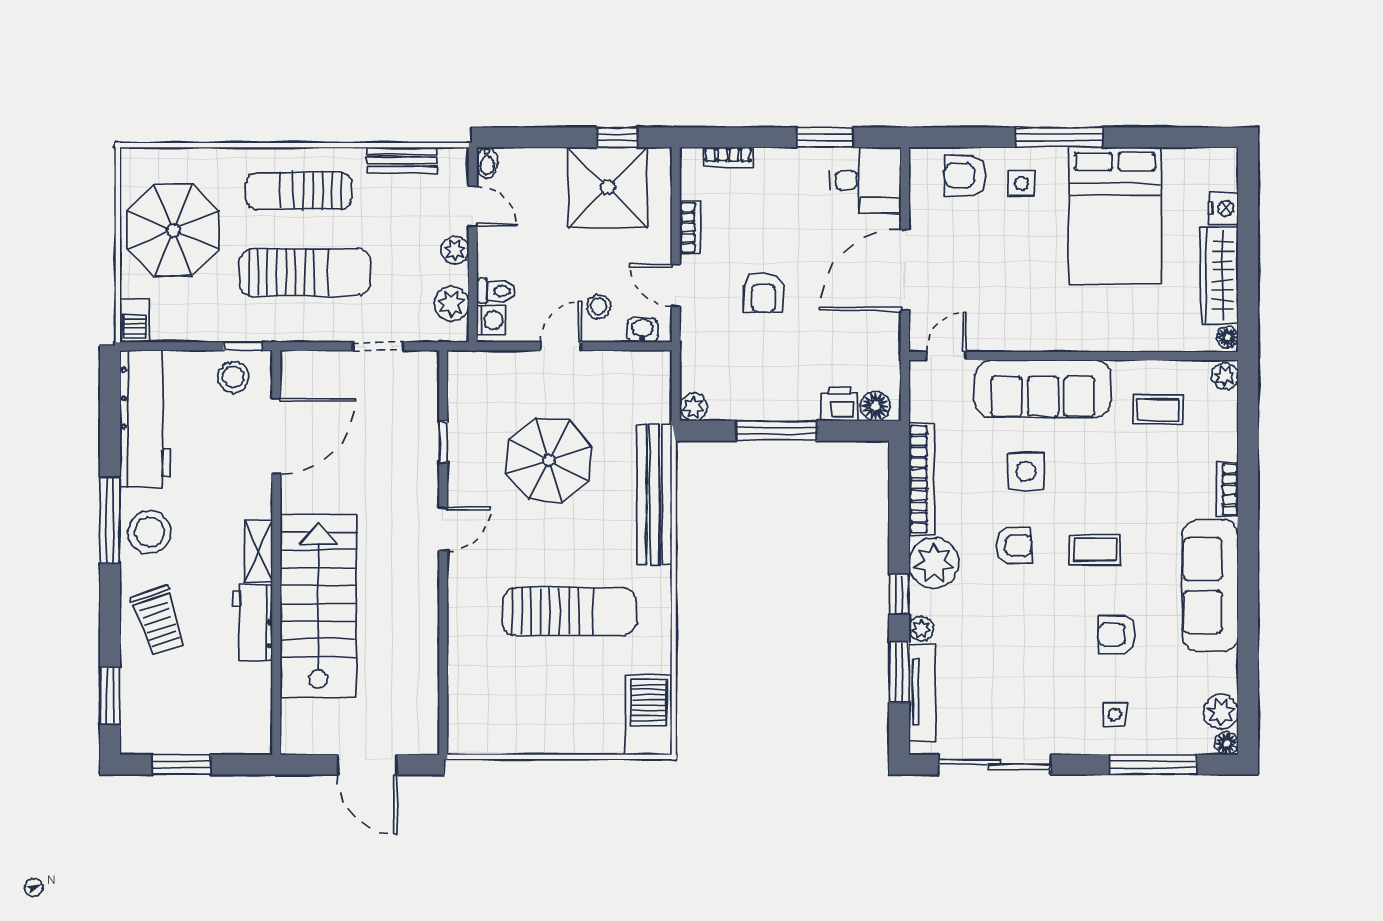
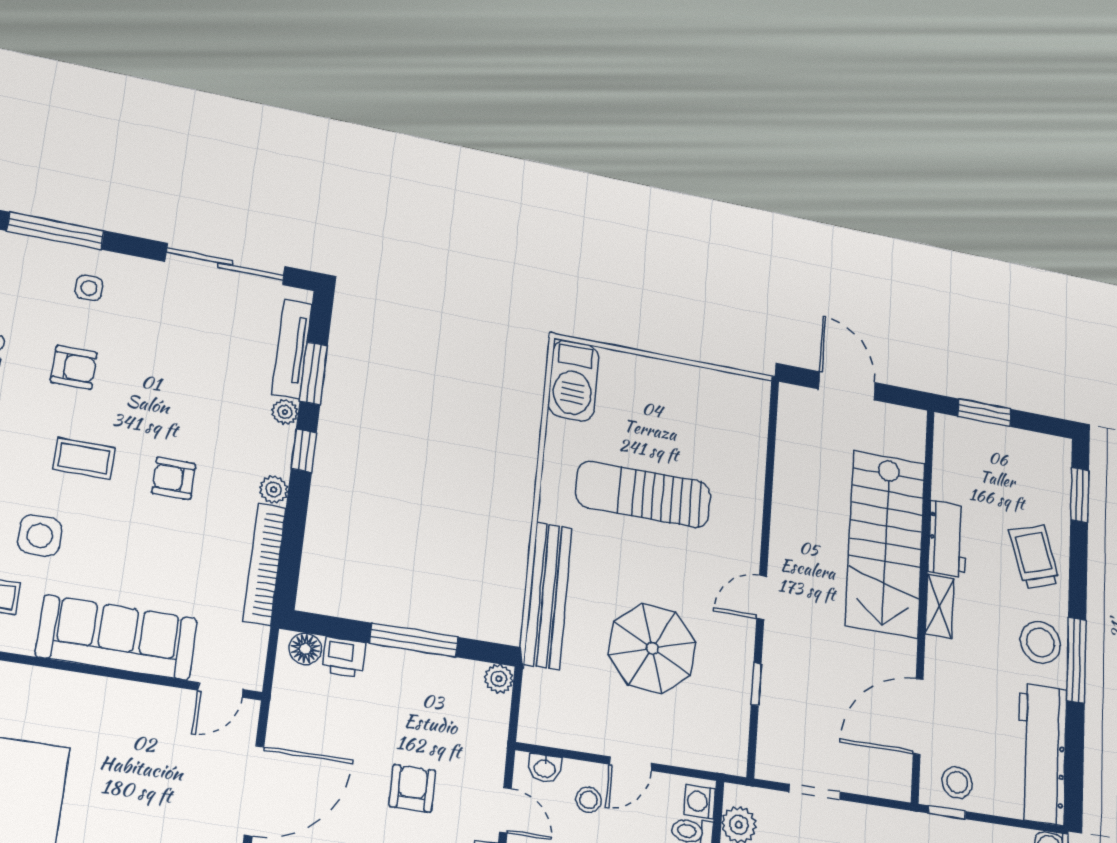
side table: (1026, 471) -> (40, 536), moved
plant: (934, 563) -> (274, 490), width x0.53, depth x0.53
window: (181, 765) -> (985, 413), moved

